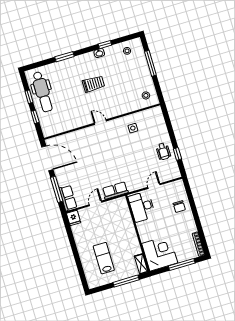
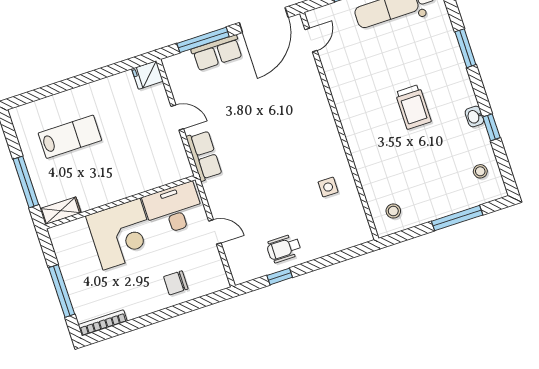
door: (100, 122) -> (311, 40), moved
row of seats: (68, 198) -> (217, 53), moved
corner desk: (160, 253) -> (122, 234), moved

